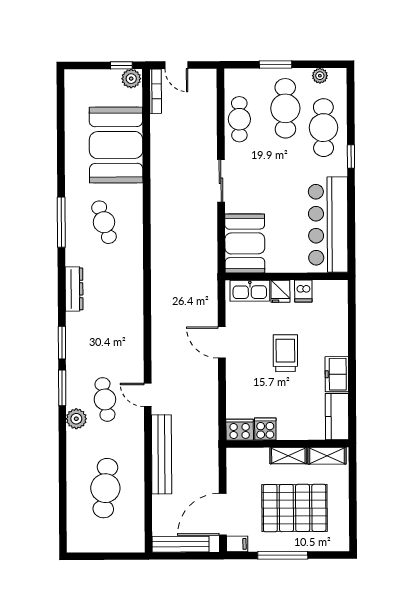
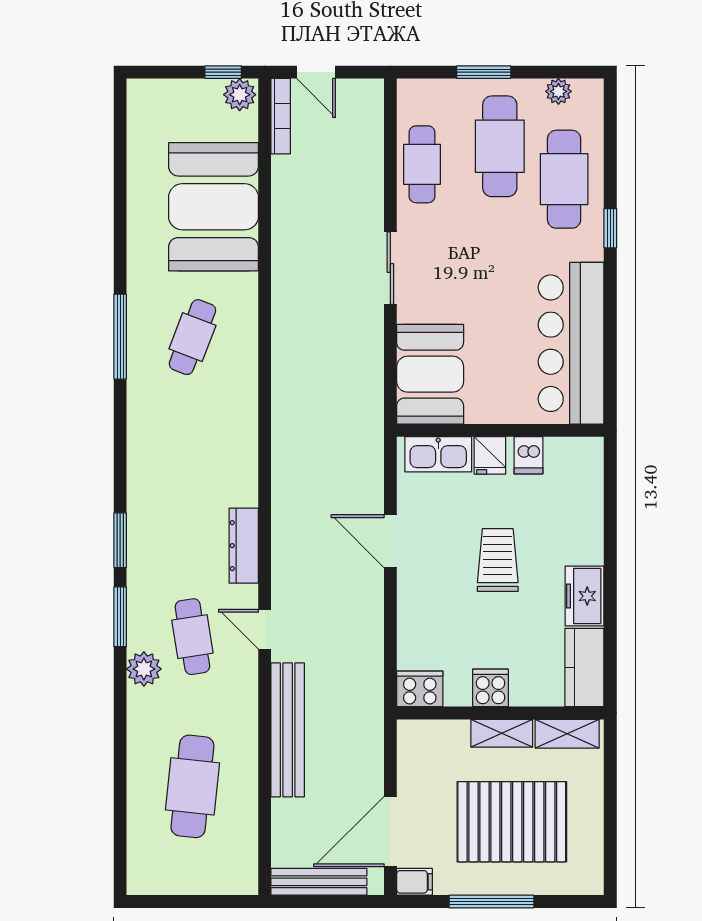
cafe table: (104, 222) -> (192, 337), turned 39
dresser: (74, 289) -> (244, 546), moved, turned 180
cooker: (265, 429) -> (491, 688), moved

